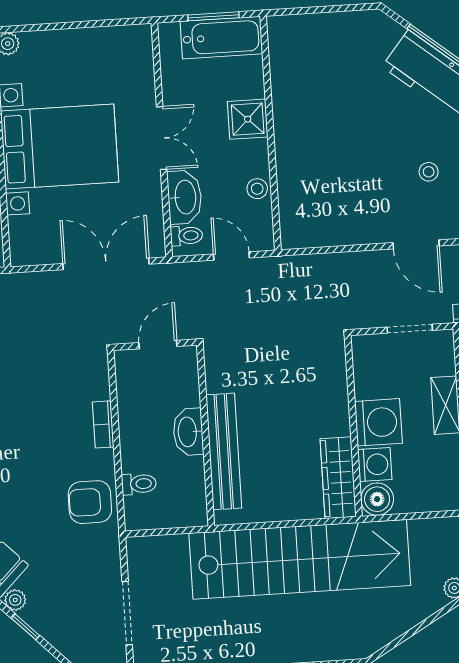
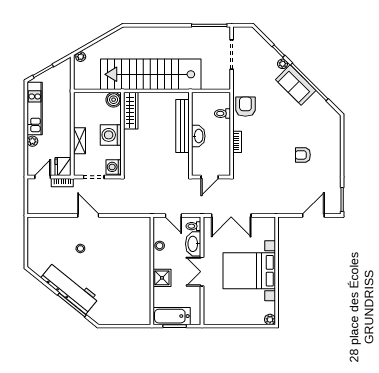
washing machine: (375, 464) -> (114, 167), moved
armchair: (90, 502) -> (245, 107), turned -90

